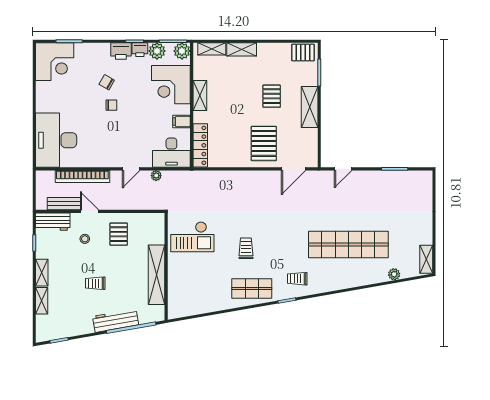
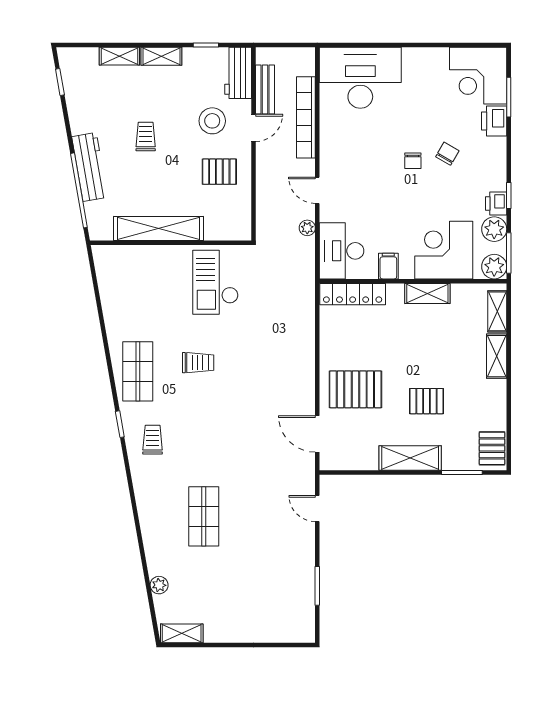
printer: (121, 51) -> (494, 121), moved
stool: (85, 239) -> (212, 121), width x1.89, depth x1.89
shop shelf: (348, 245) -> (204, 516), width x0.50, depth x0.74

